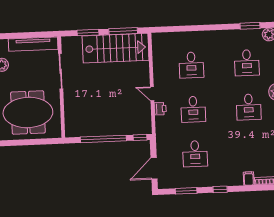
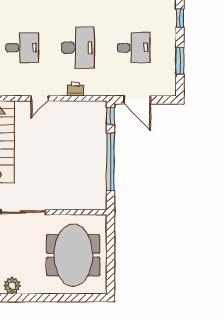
door: (152, 94) -> (40, 98), moved
desk: (193, 109) -> (78, 48), width x1.37
door: (154, 168) -> (137, 100), moved

